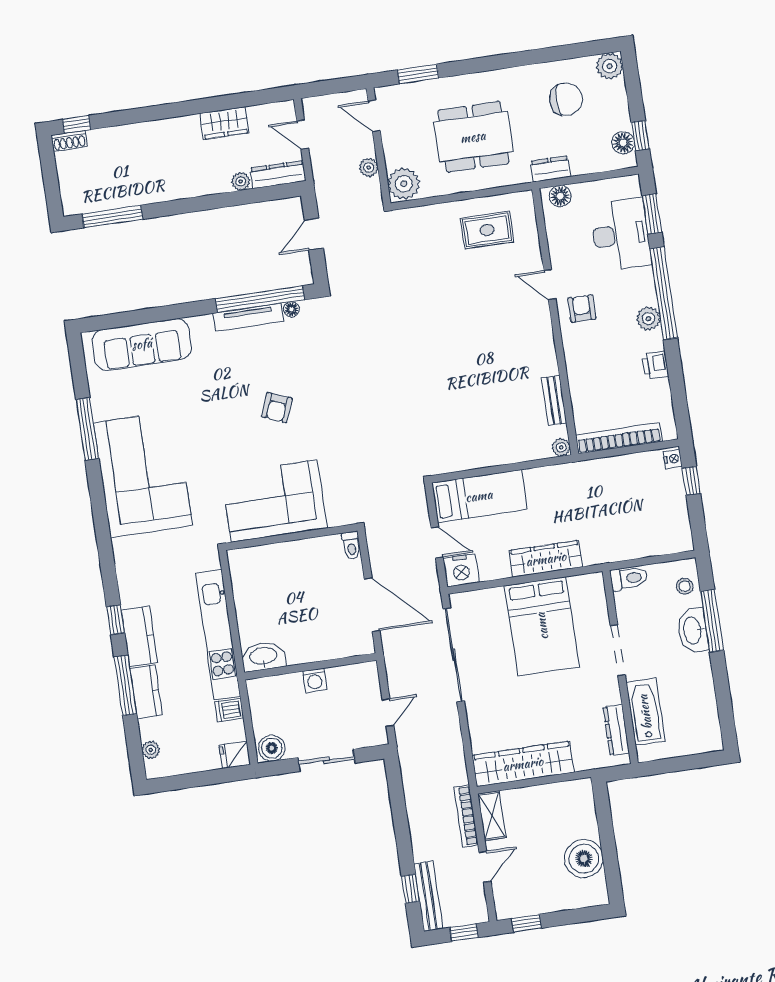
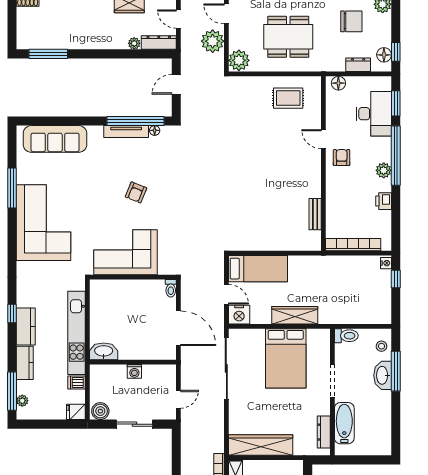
plant: (369, 167) -> (213, 41), width x1.87, depth x1.87
dresser: (551, 169) -> (358, 65), moved
plant: (561, 447) -> (315, 245), removed
window: (125, 685) -> (12, 391), moved

